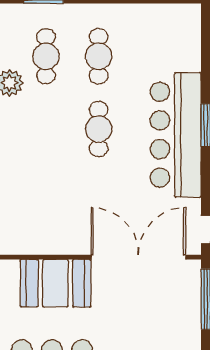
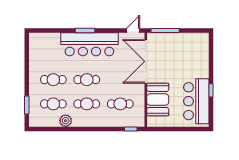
cafe table: (46, 129) -> (87, 104), added
cafe table: (46, 202) -> (120, 104), added

